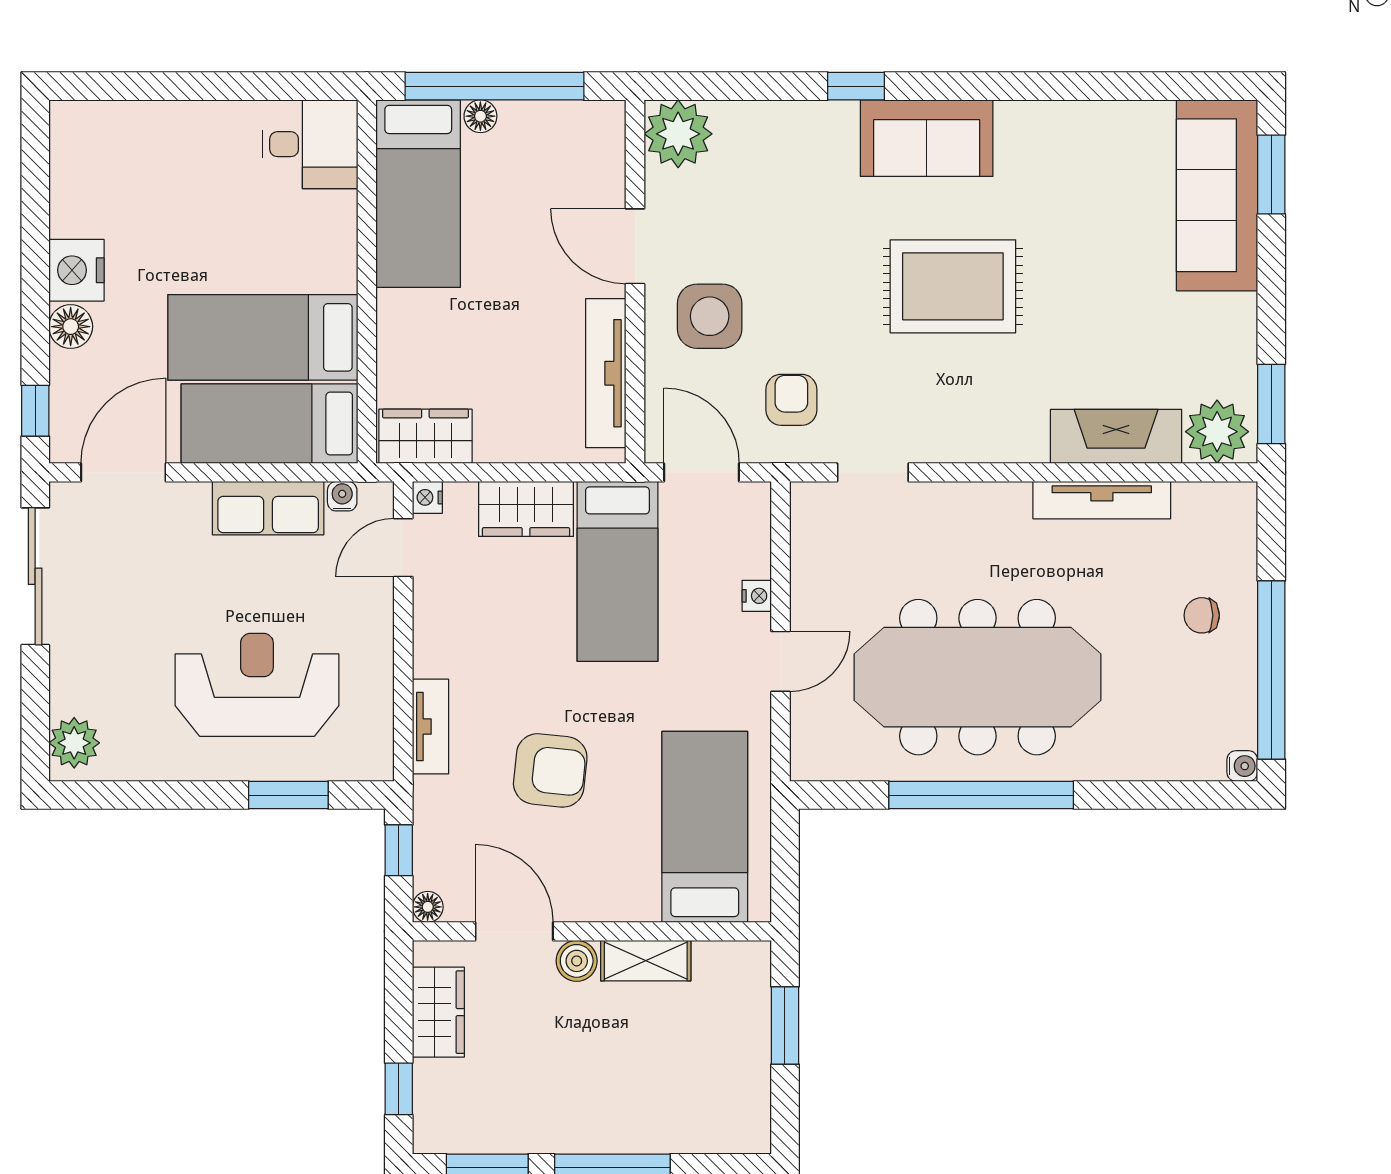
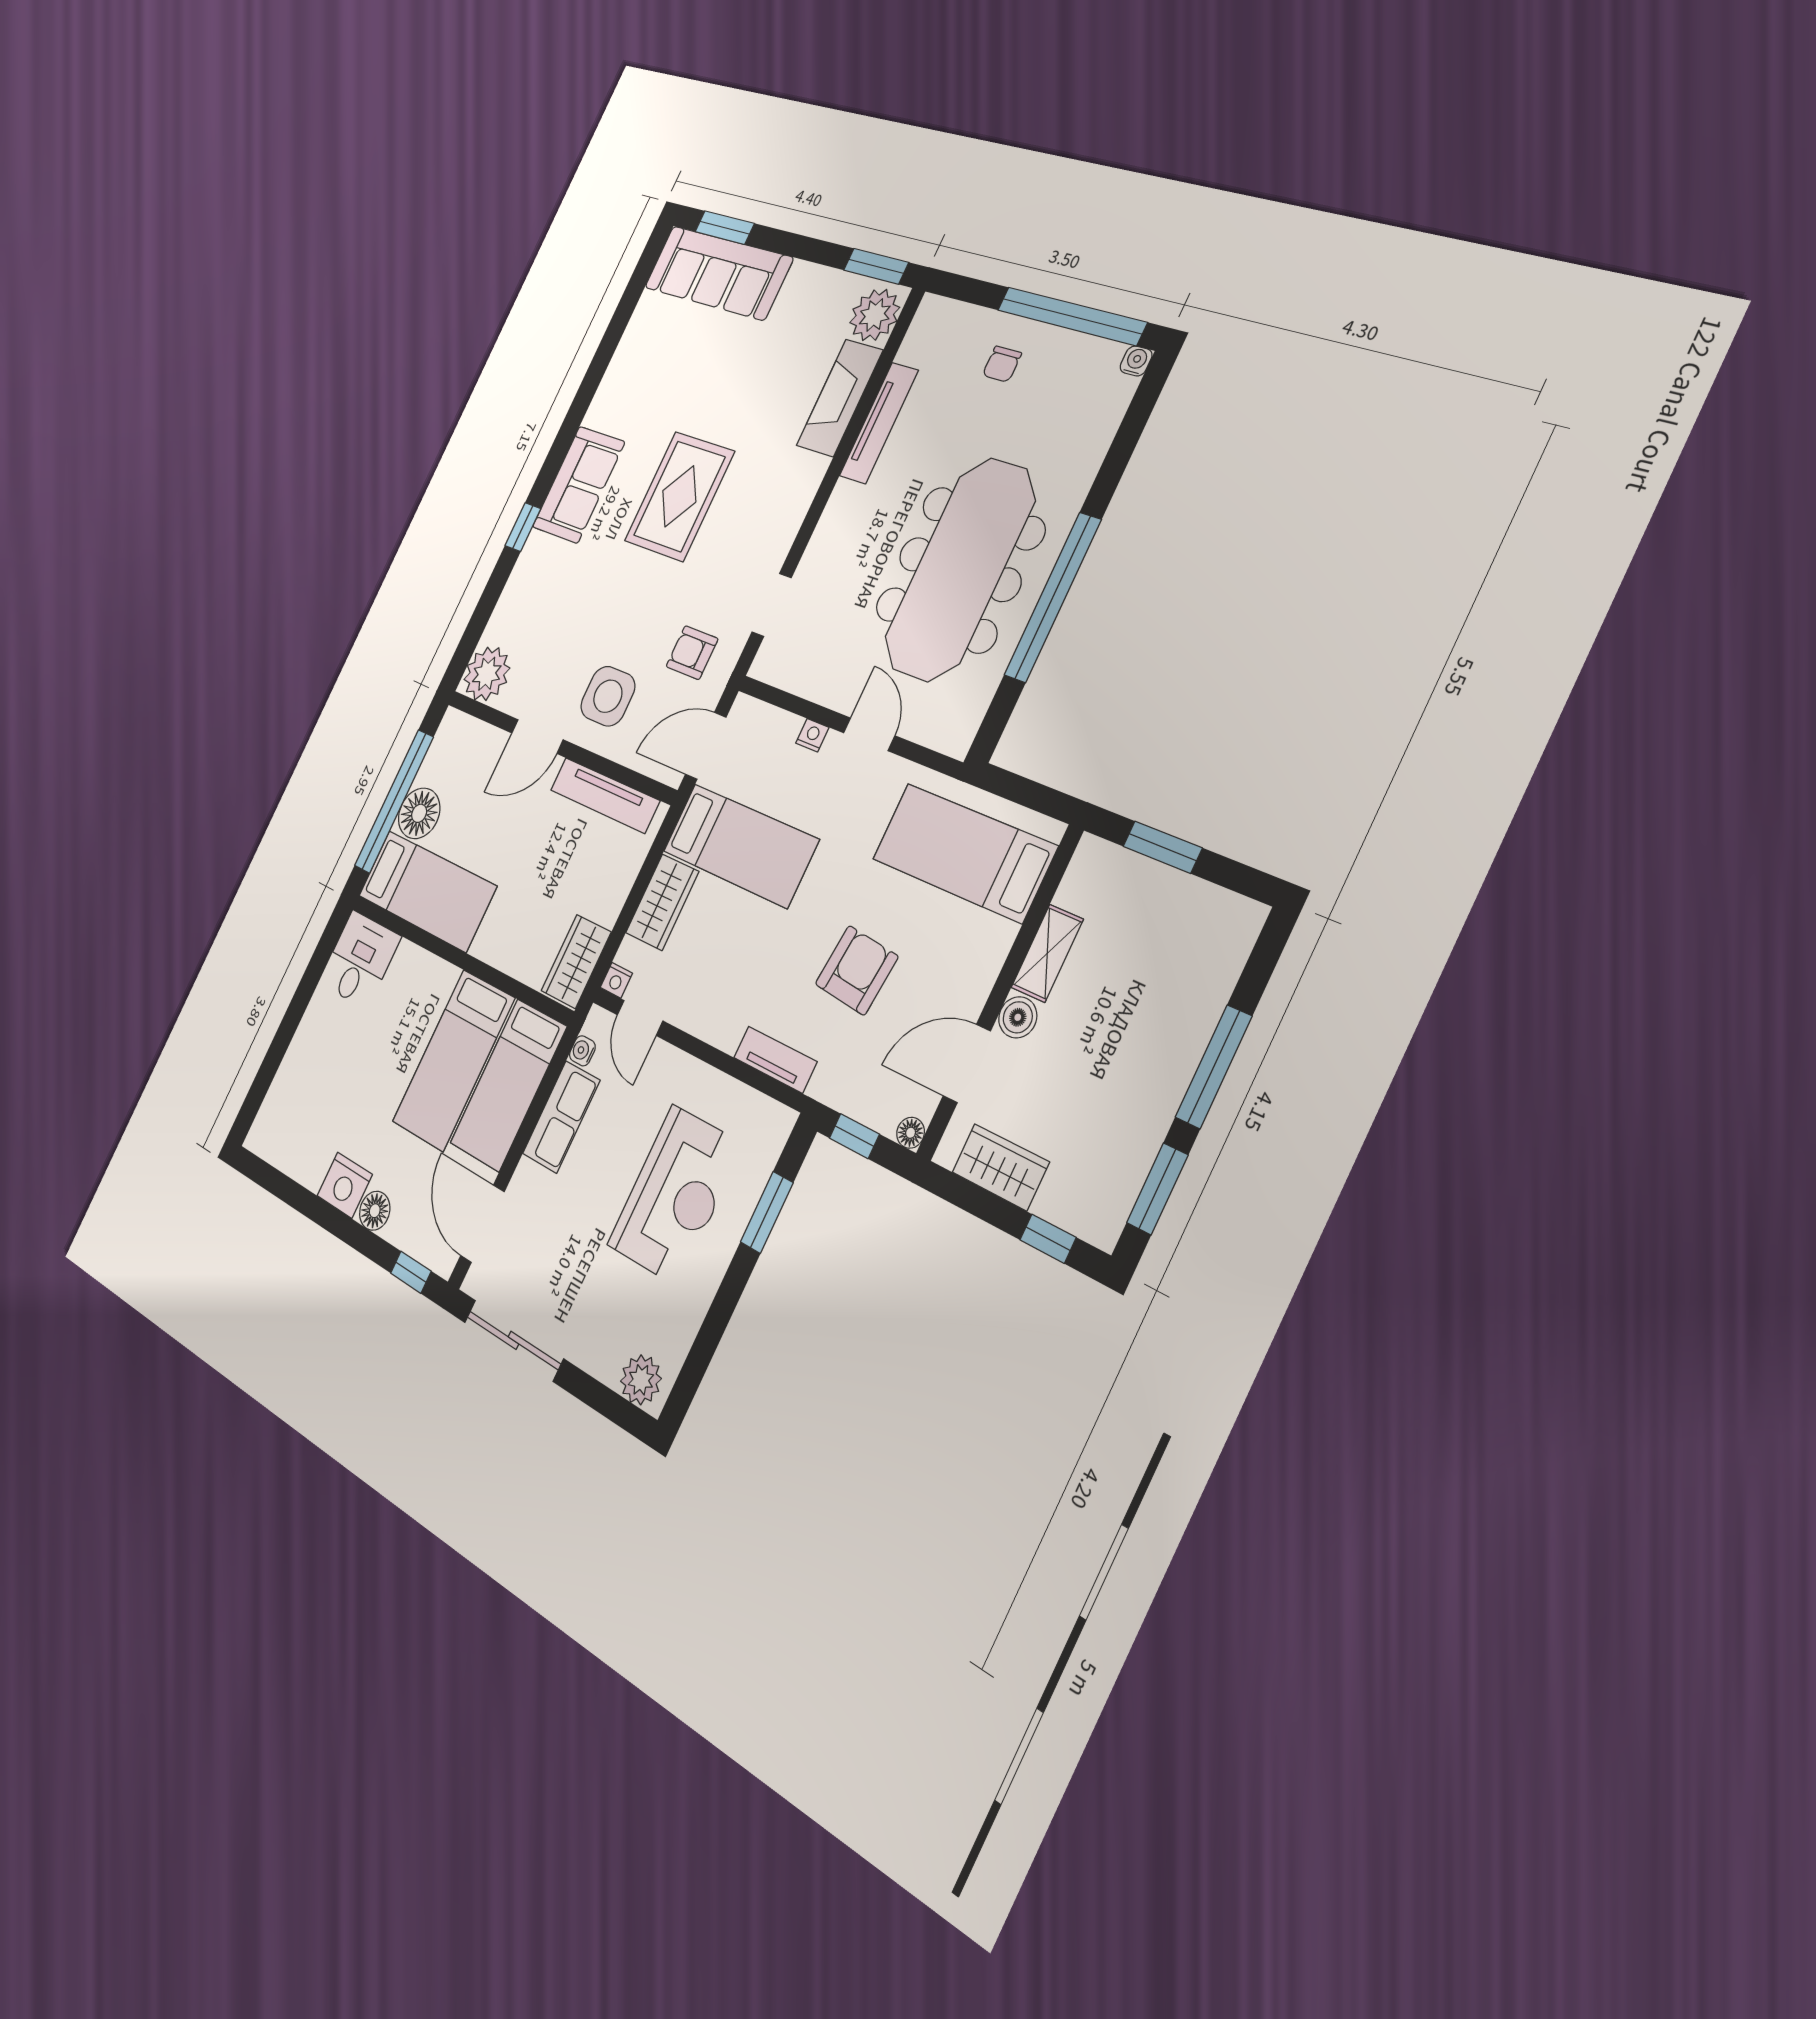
floor lamp: (480, 116) -> (419, 813), width x1.89, depth x1.89
reception desk: (257, 685) -> (675, 1195), turned 180

